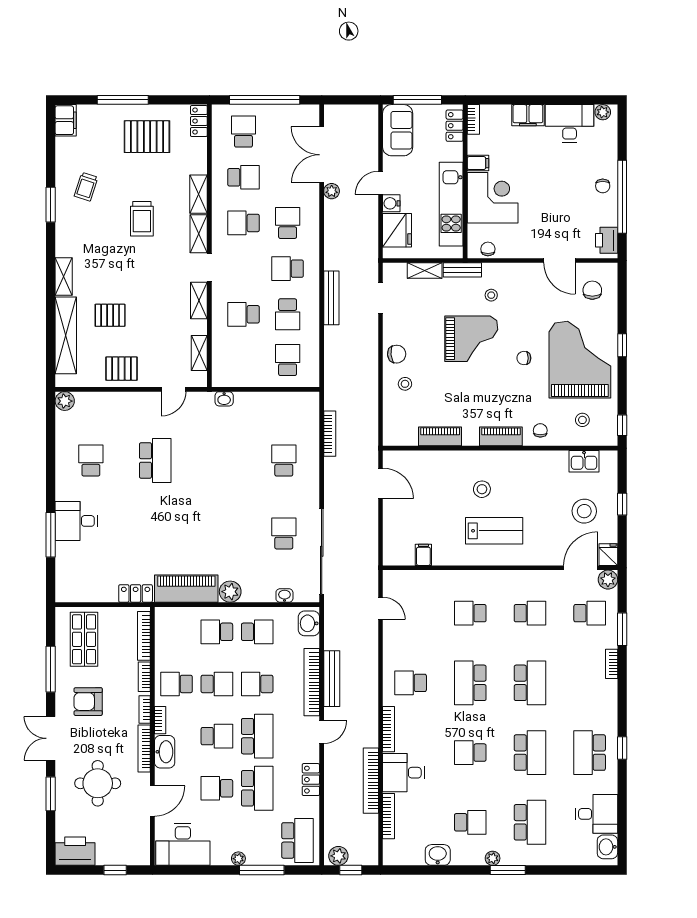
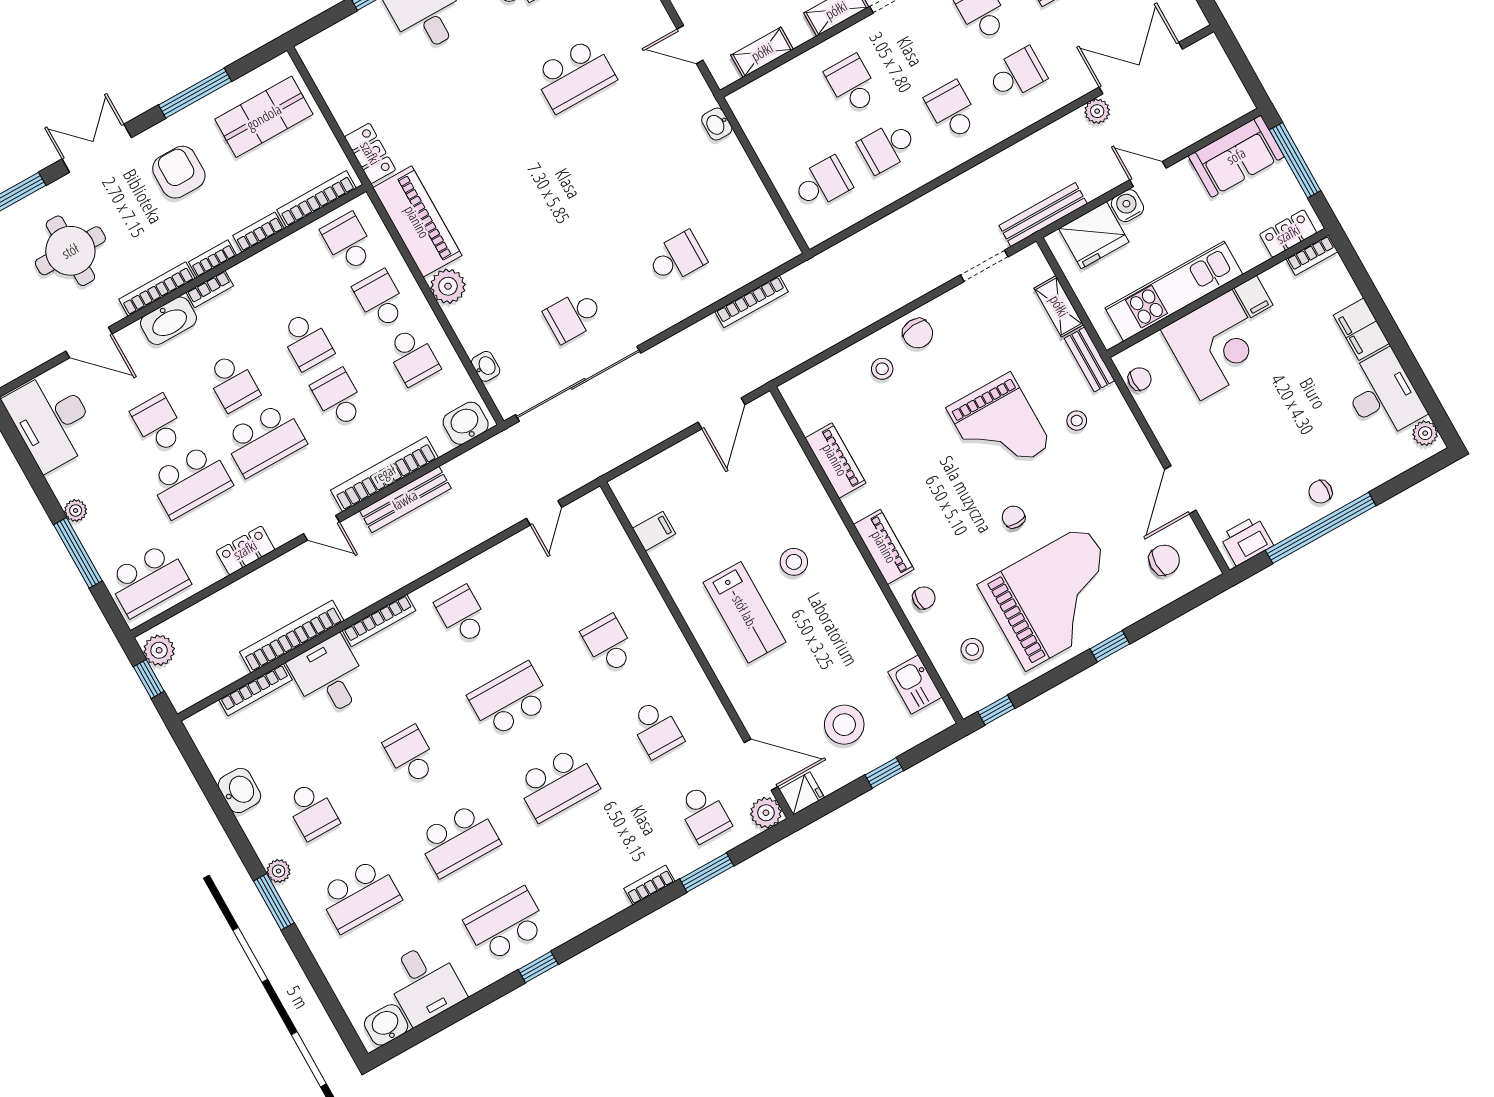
bench: (331, 298) -> (1043, 215), moved
school desk: (284, 533) -> (573, 316), turned 180
school desk: (177, 684) -> (348, 242), moved

